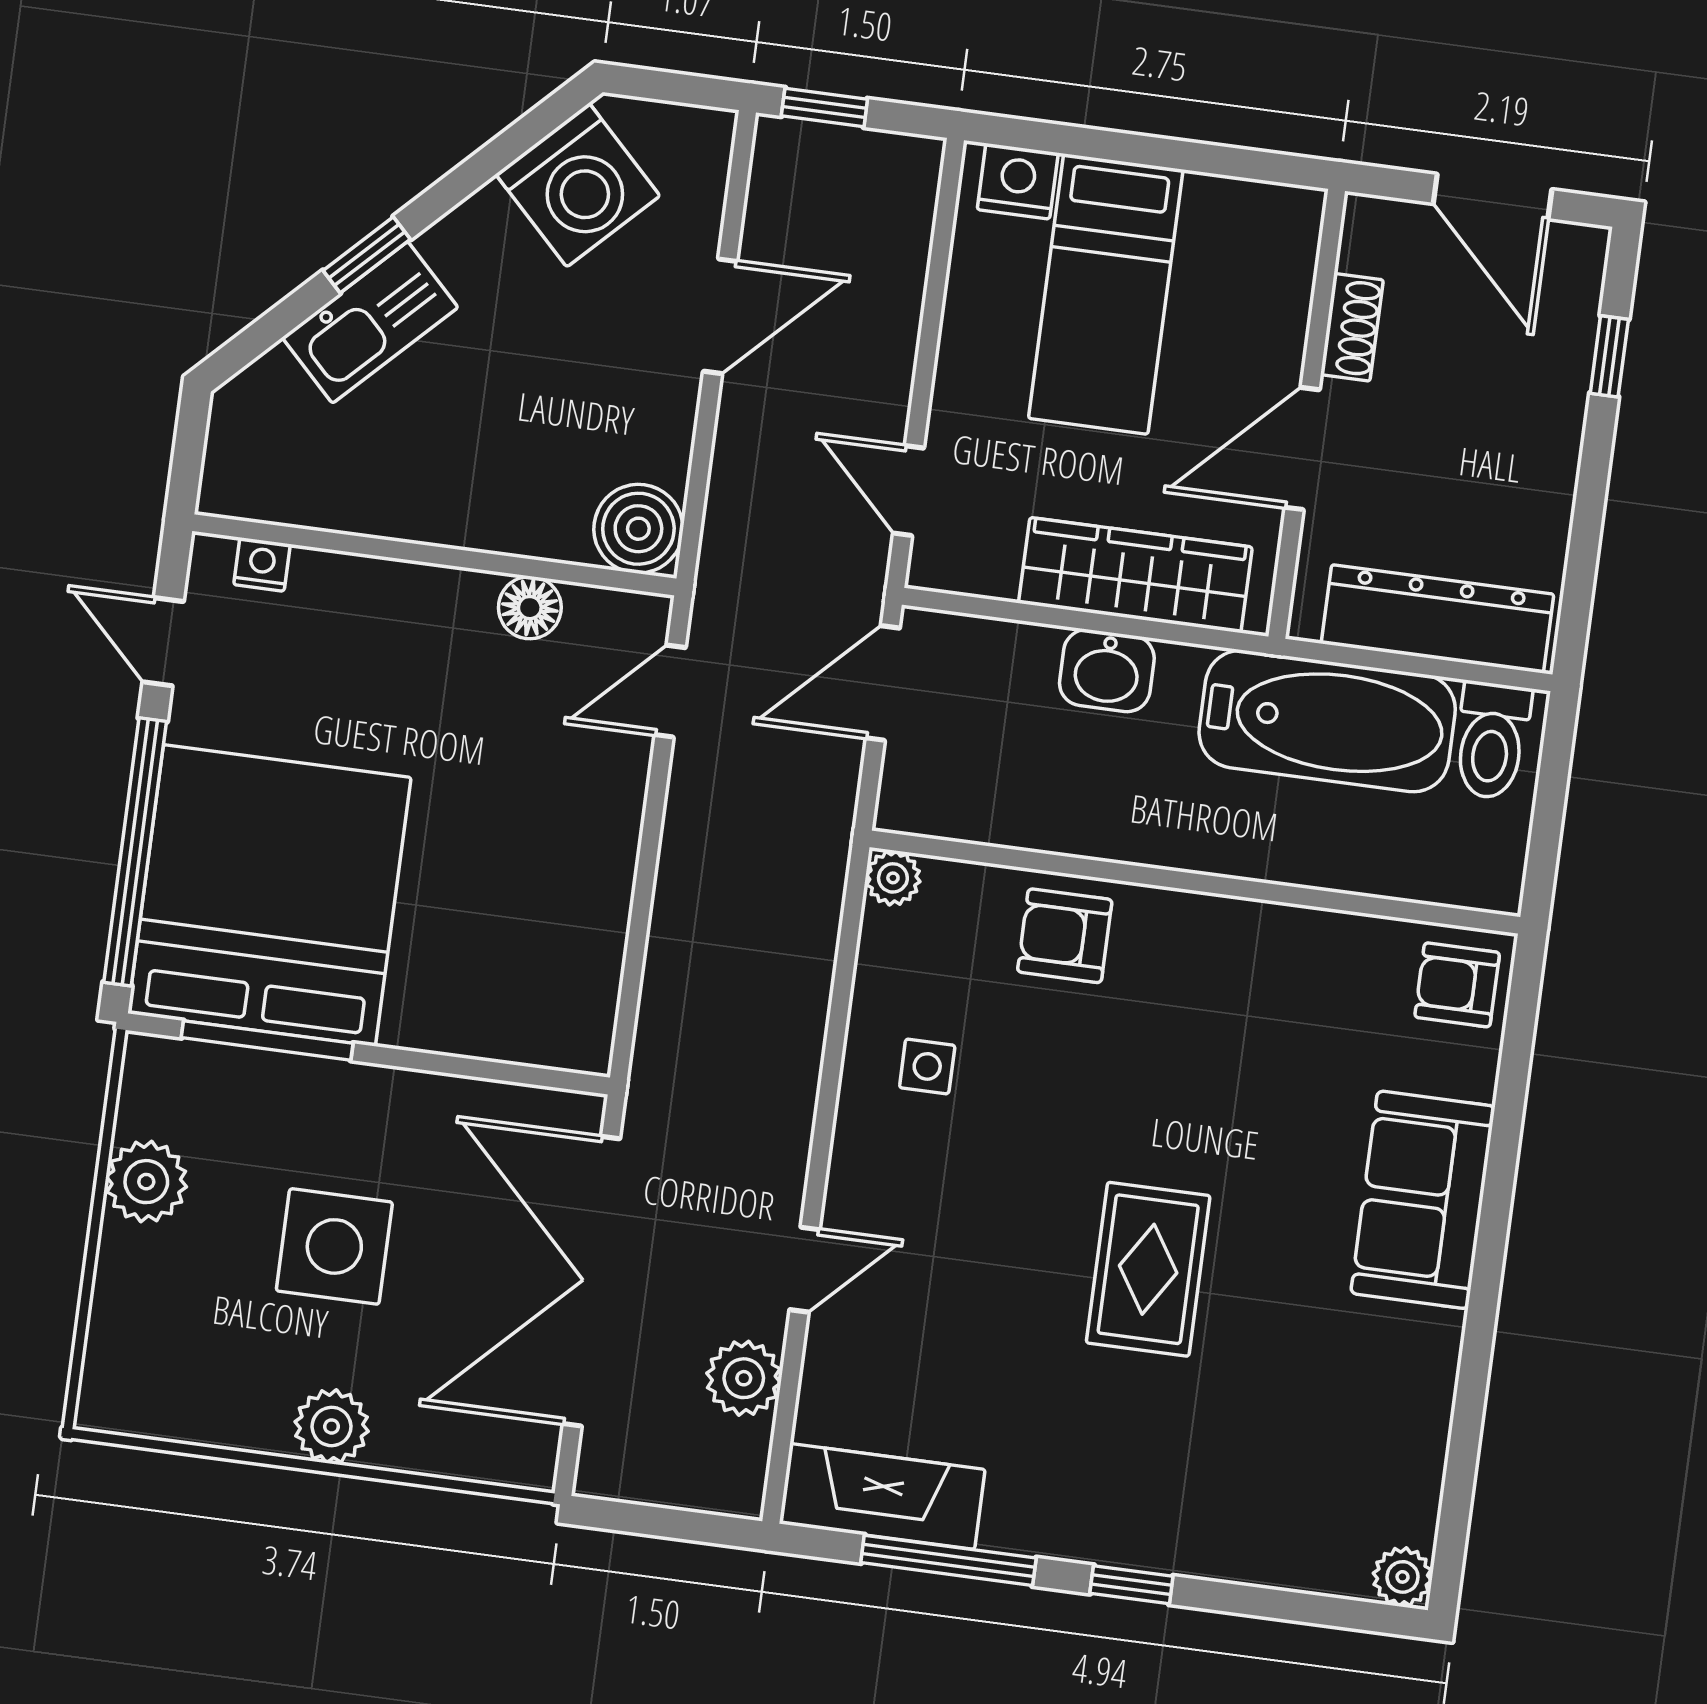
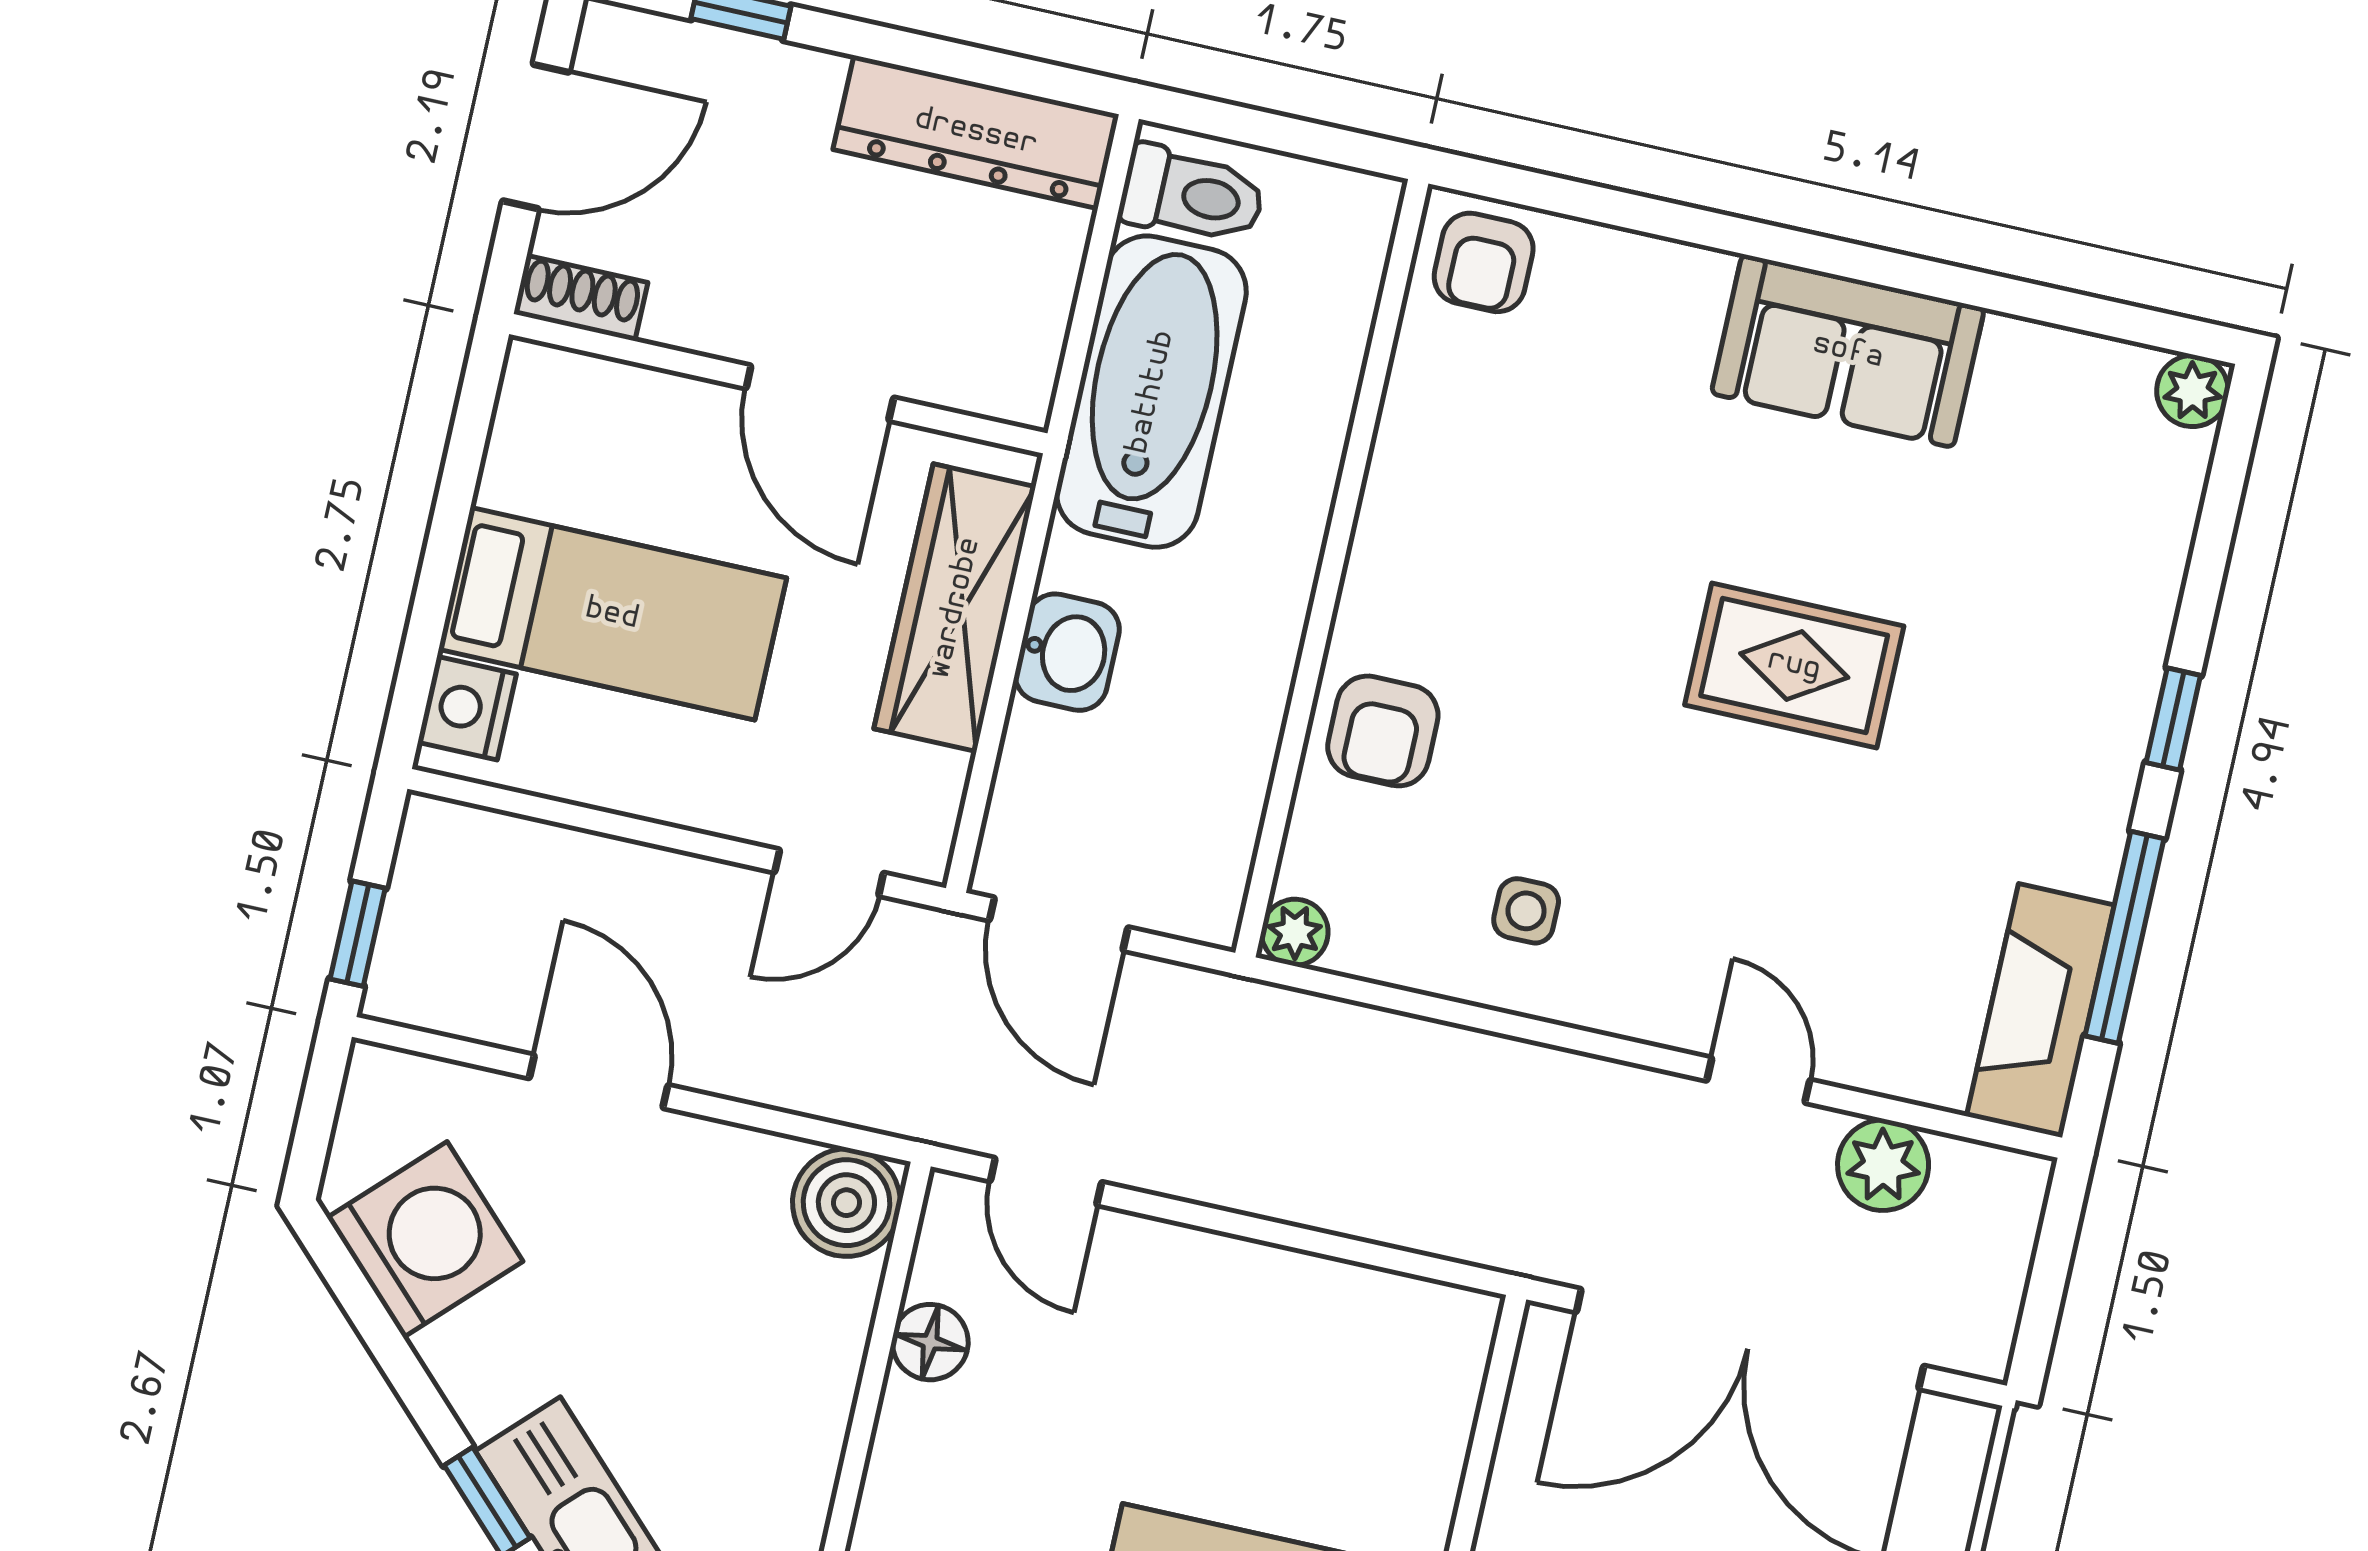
shoe rack: (1352, 327) -> (581, 298), moved
dresser: (1437, 619) -> (976, 132), moved, turned -90
sofa: (1423, 1200) -> (1848, 351), moved

